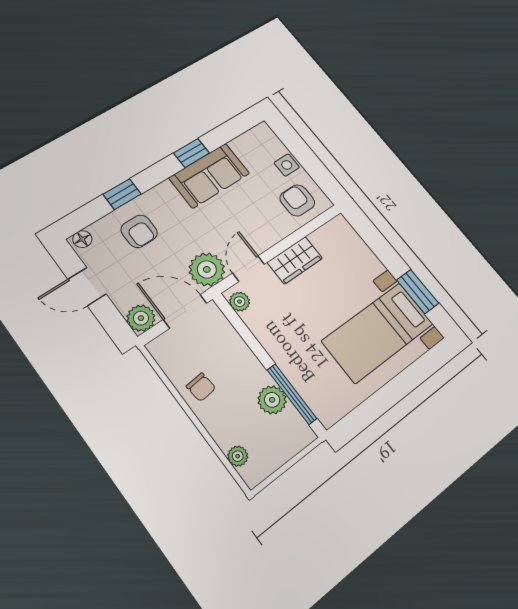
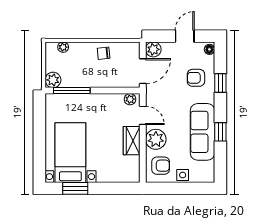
sofa: (209, 175) -> (203, 132), width x1.36
plant: (207, 269) -> (156, 139), moved
plant: (272, 400) -> (53, 80), moved

